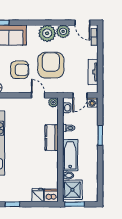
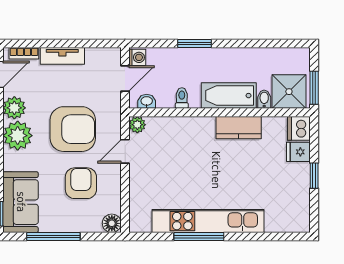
armchair: (51, 65) -> (73, 129), turned 180
tv unit: (93, 72) -> (62, 56), moved
door: (80, 95) -> (125, 78), hinge flipped
kitchen counter: (52, 138) -> (239, 128), moved
window: (12, 204) -> (314, 176), moved

